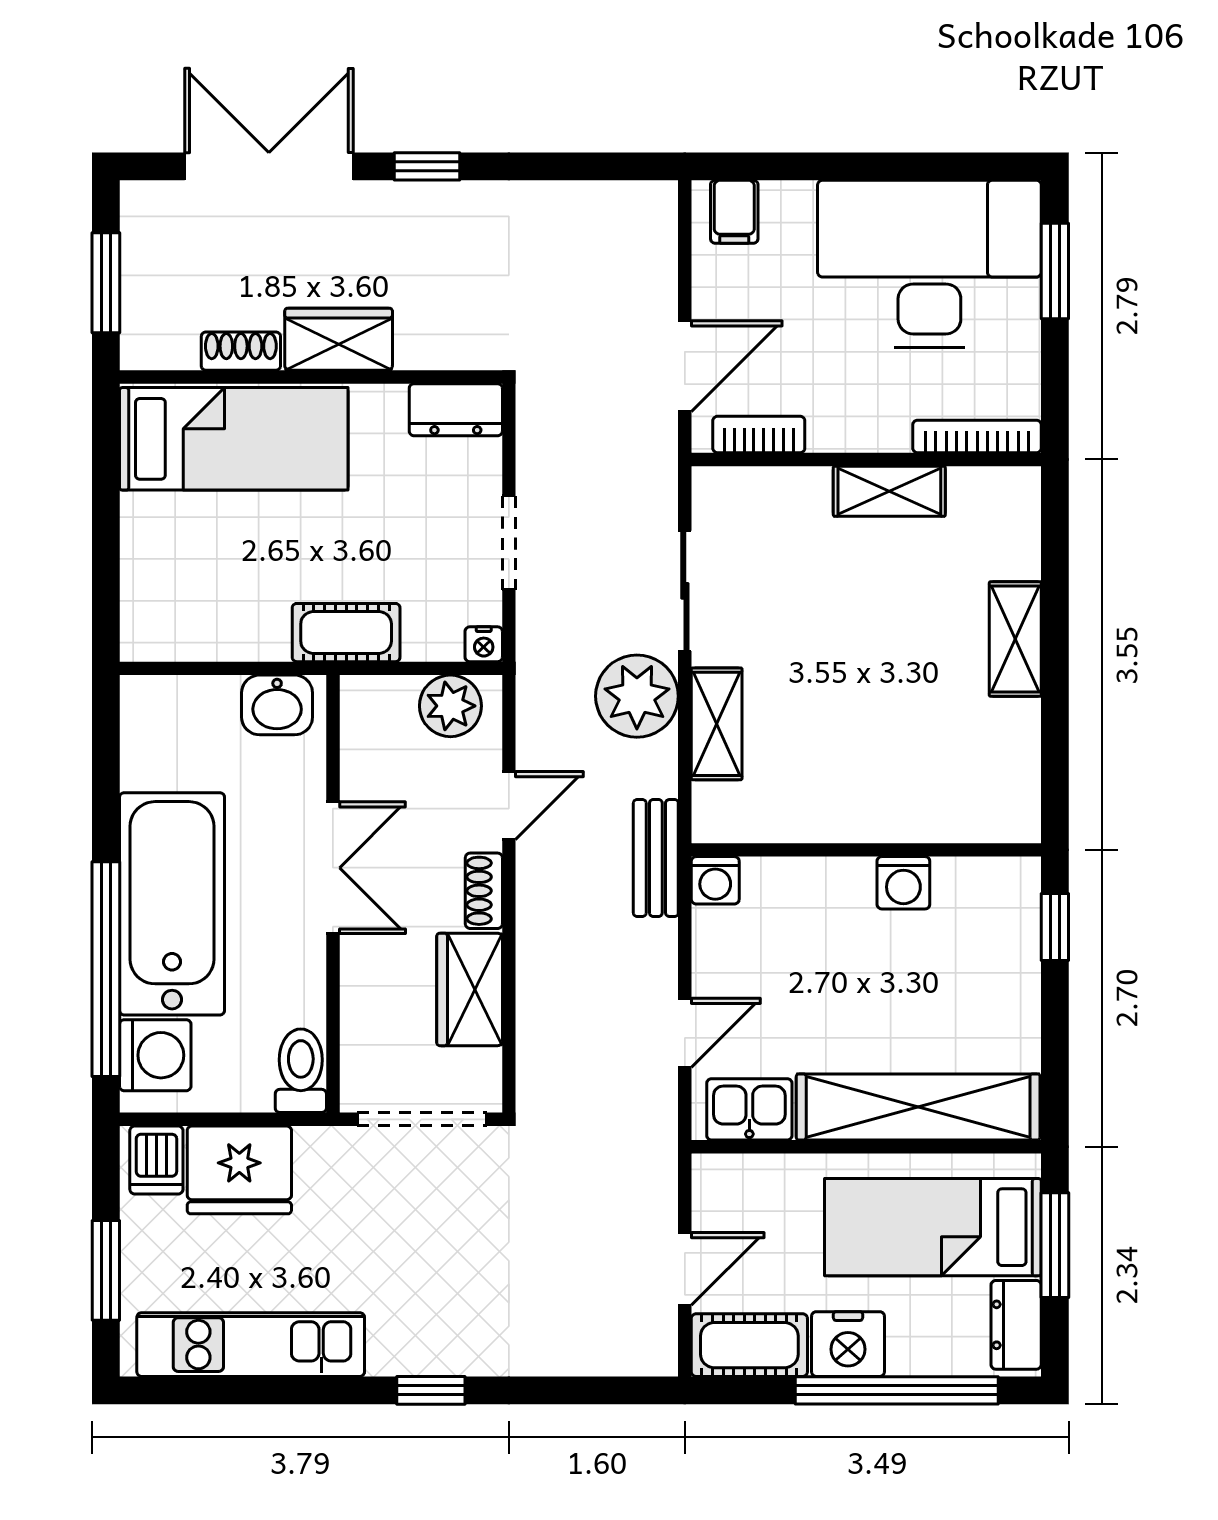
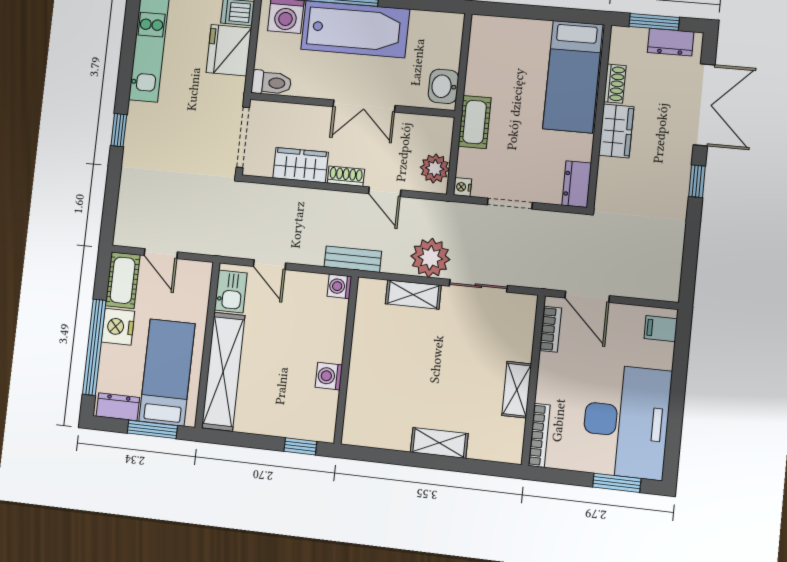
dresser: (145, 246) -> (671, 42), added

